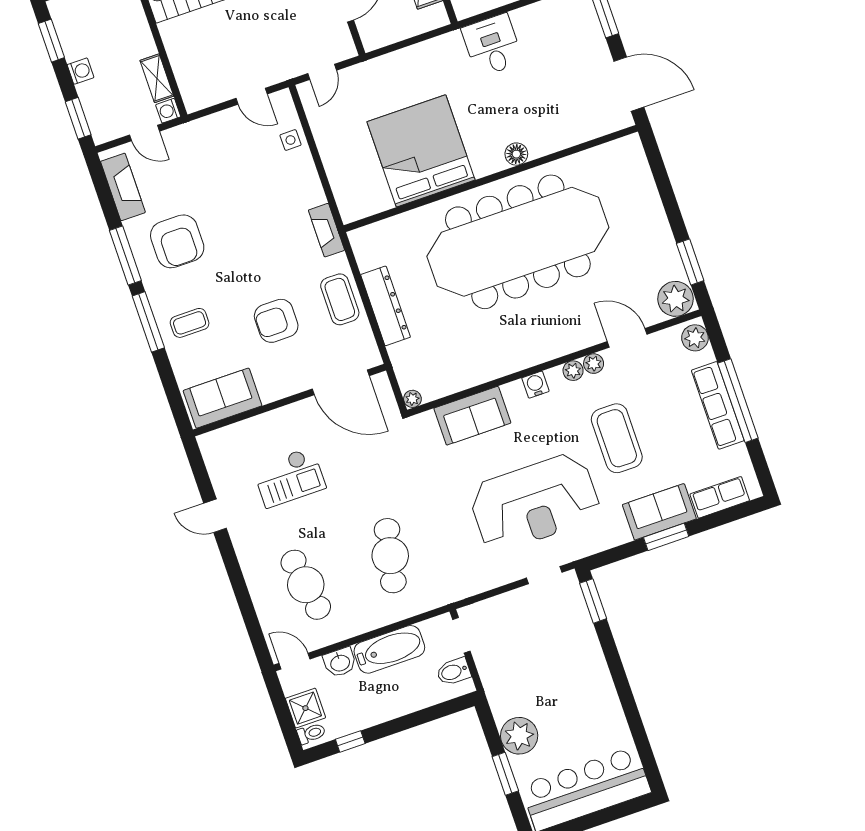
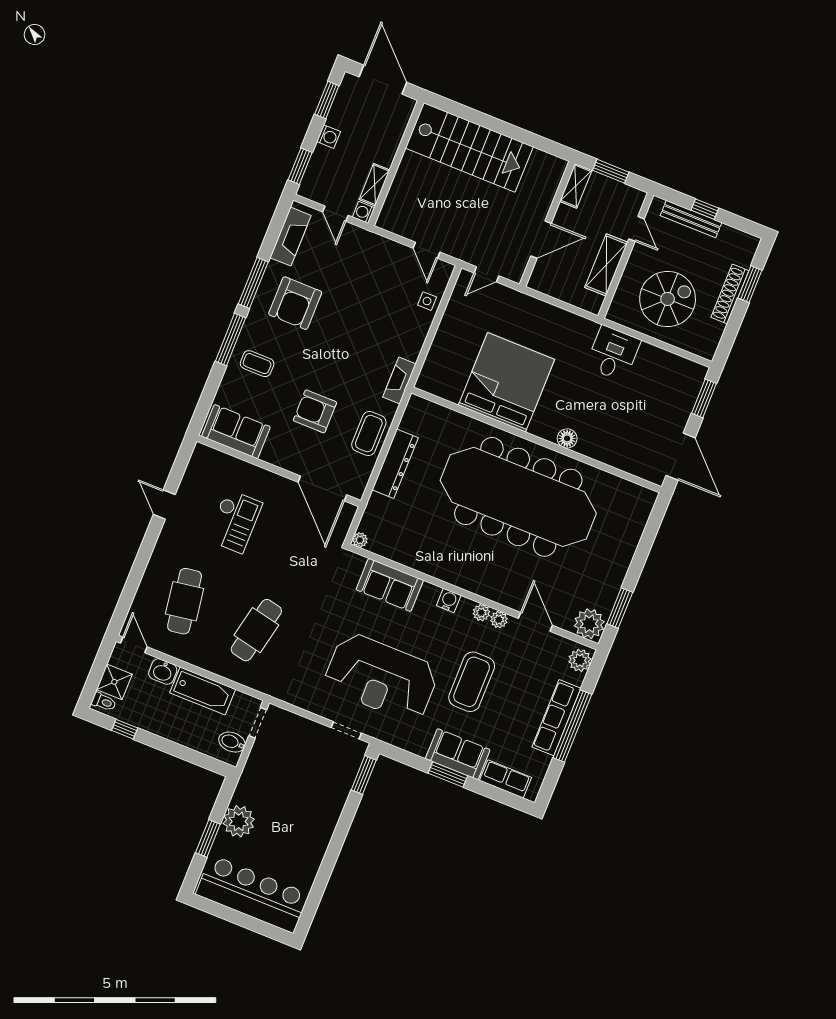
checkout: (289, 477) -> (235, 521), turned -90

